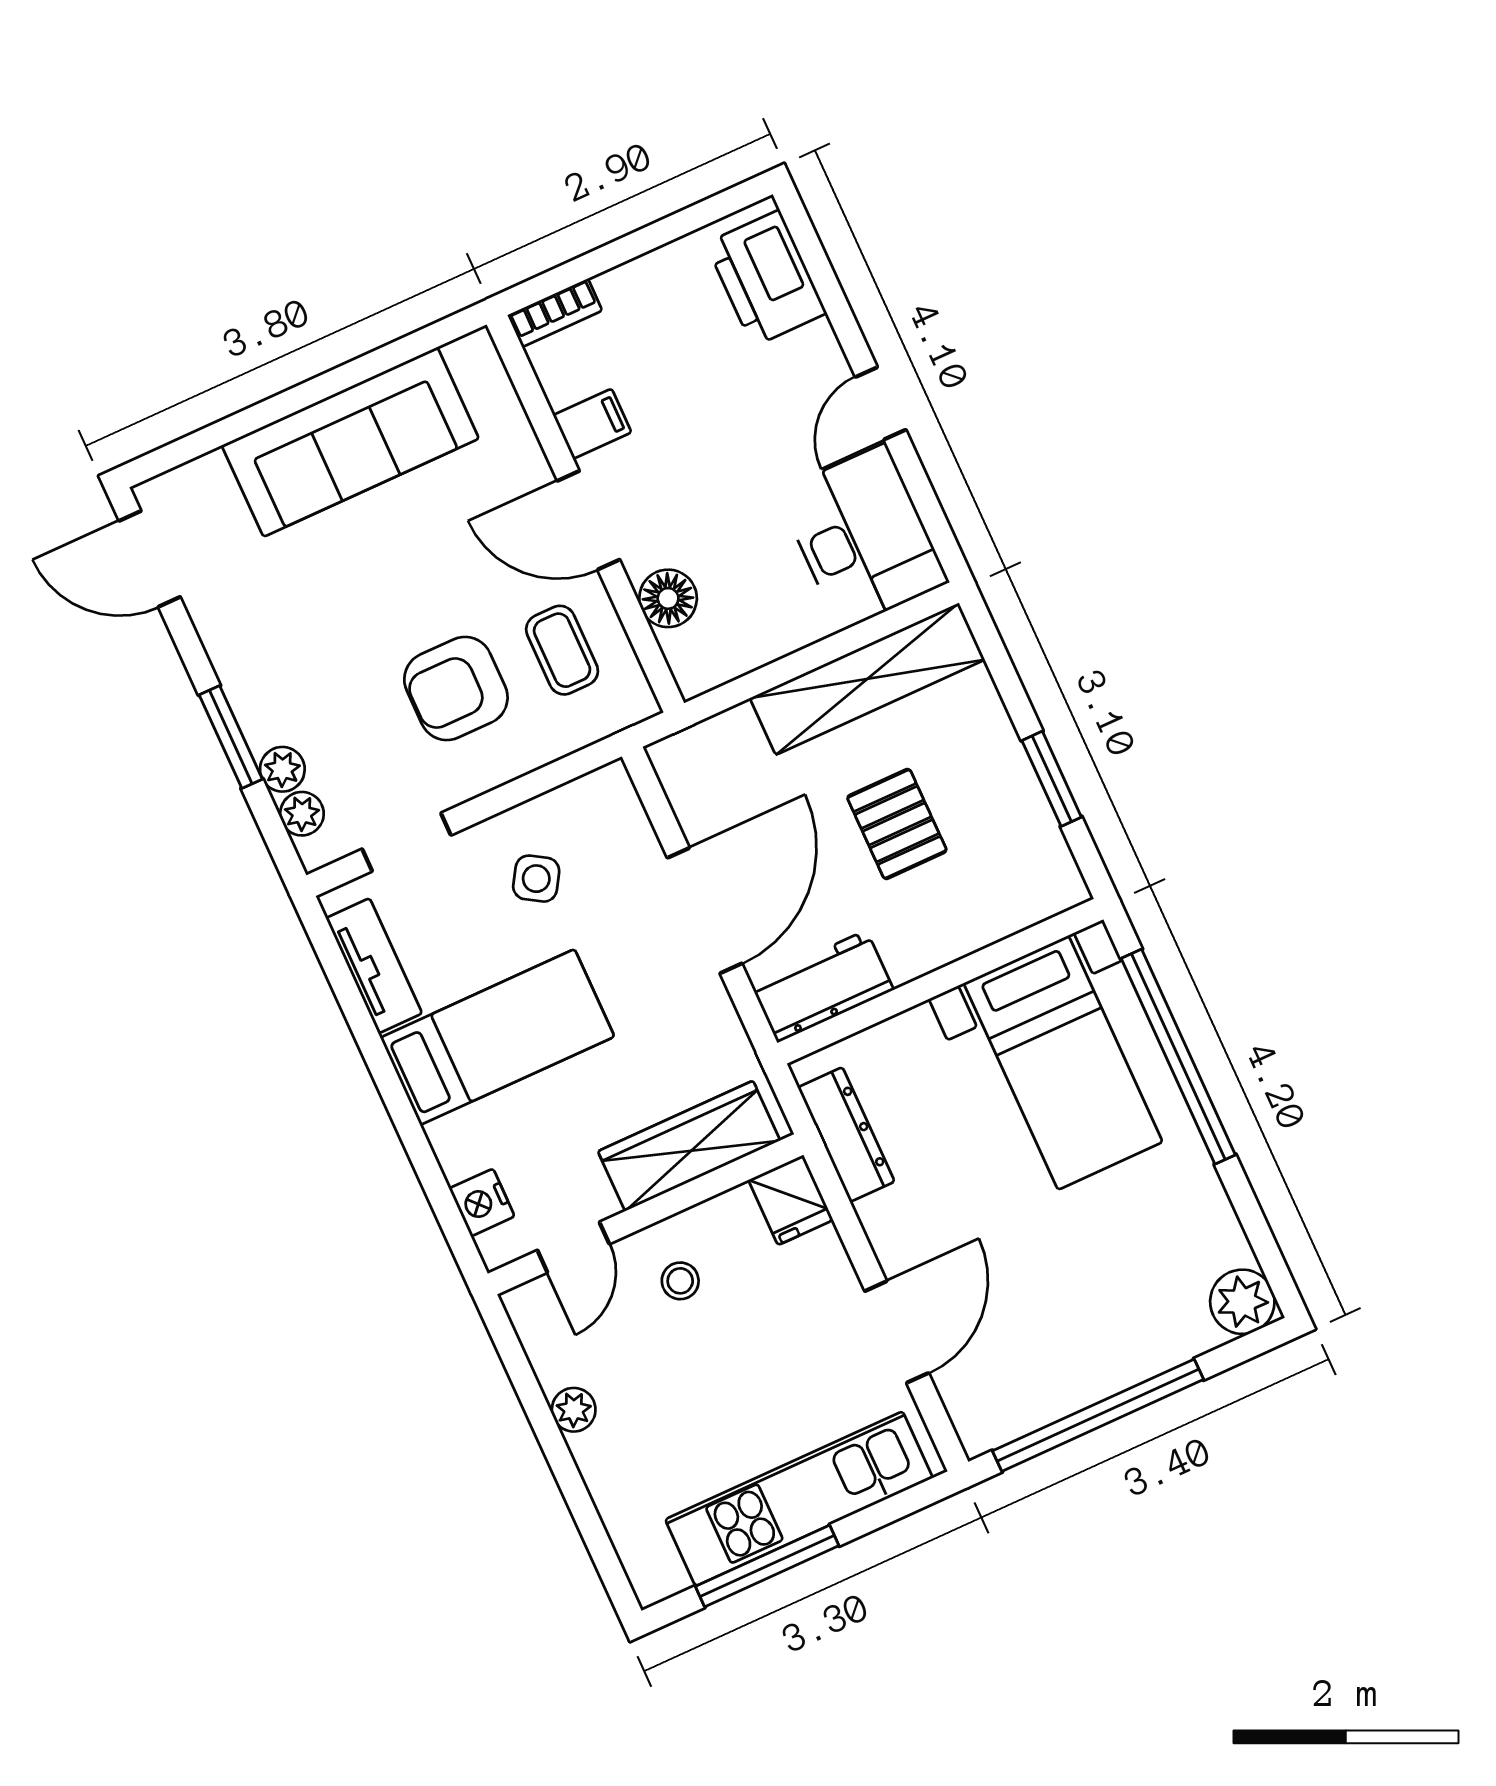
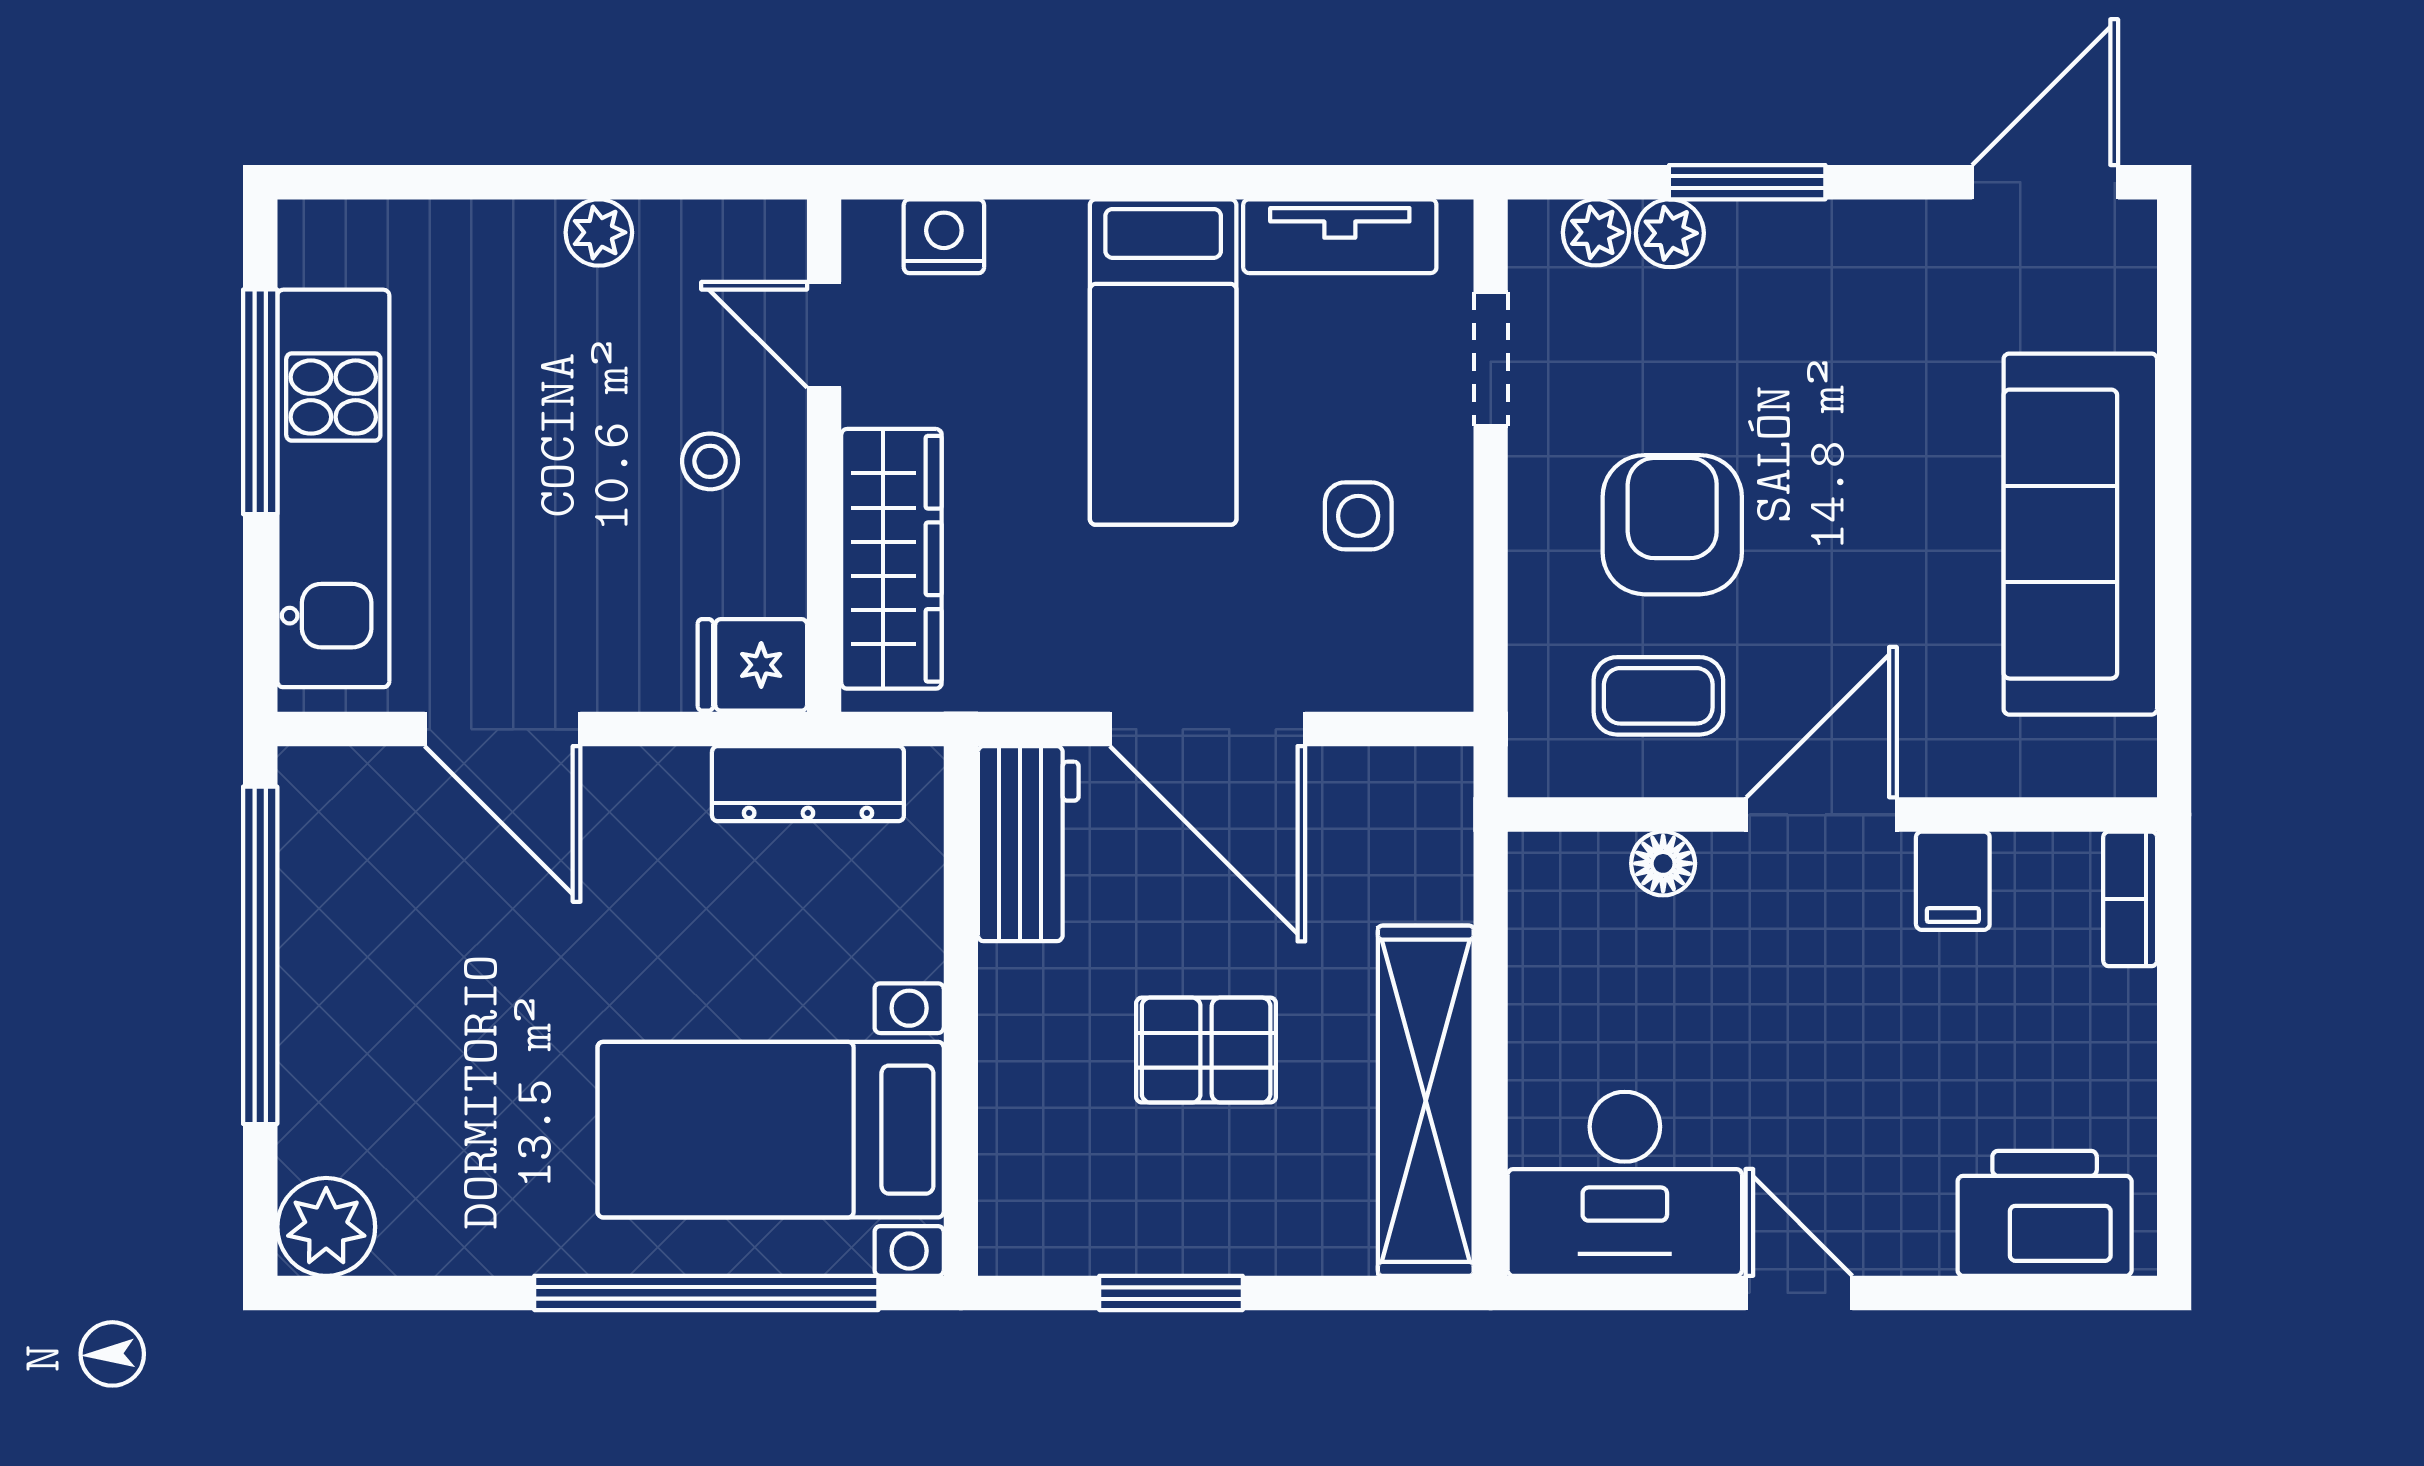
floor lamp: (668, 598) -> (1663, 863), width x0.73, depth x0.73
side table: (536, 879) -> (1358, 516), turned -32

